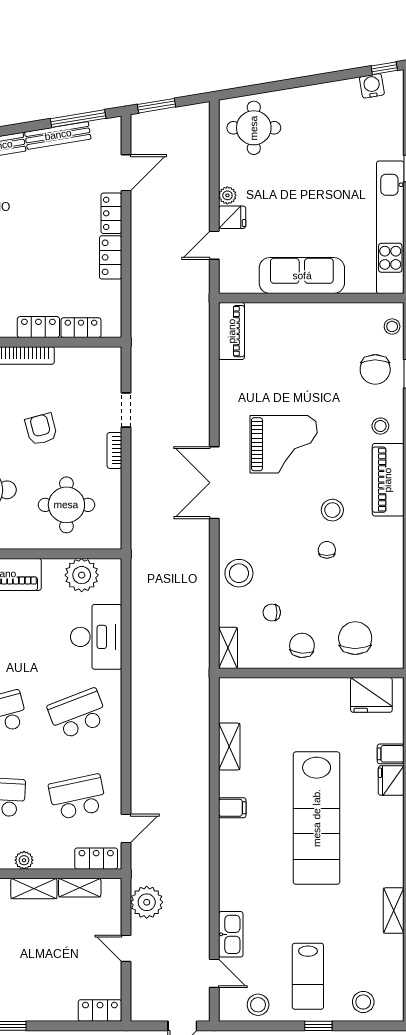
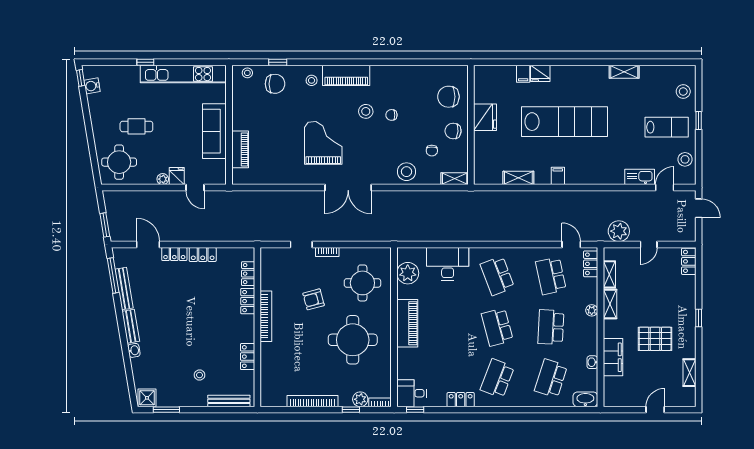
cafe table: (309, 155) -> (136, 126), added
piano: (232, 331) -> (240, 149), moved, turned 90
fridge: (371, 695) -> (485, 117), moved

